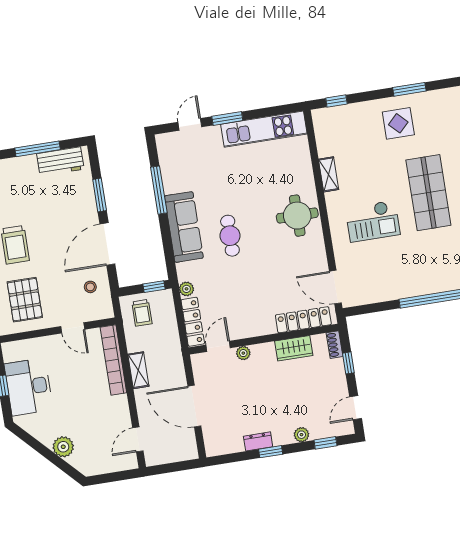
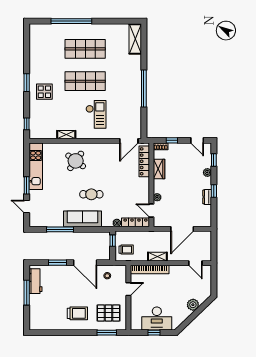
round table: (297, 216) -> (76, 161), moved, turned 36

